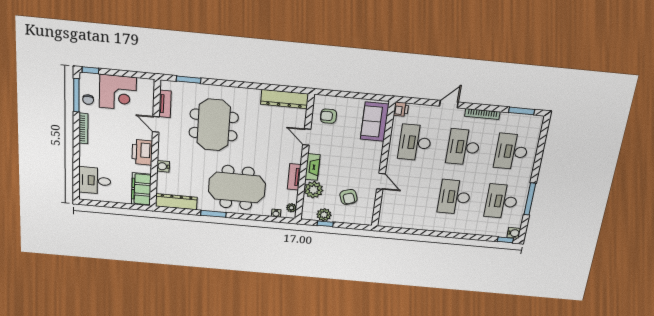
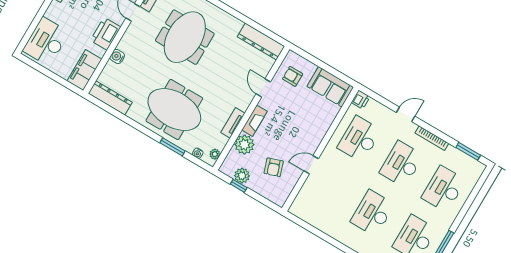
sofa: (375, 122) -> (330, 87), moved, turned -90
desk: (95, 181) -> (46, 41), width x1.37
door: (381, 181) -> (311, 165), swing flipped
window: (213, 214) -> (173, 147), moved

